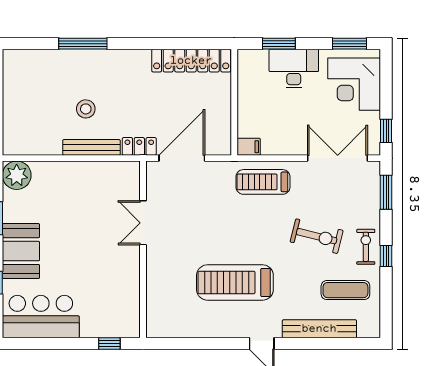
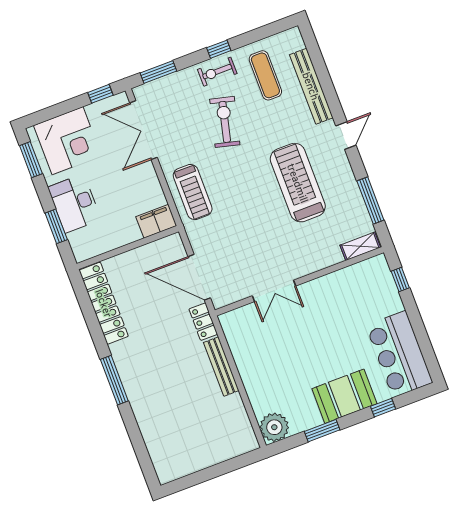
window: (83, 44) -> (114, 380), moved
stool: (86, 109) -> (187, 386), removed
filing cabinet: (249, 147) -> (156, 221), width x2.00
treadmill: (235, 282) -> (298, 183), turned 180
shelving: (154, 318) -> (360, 246), added
window: (193, 343) -> (370, 201), added

